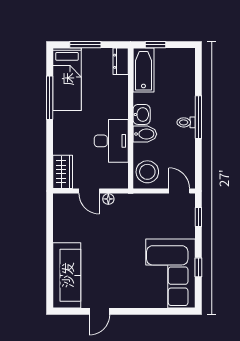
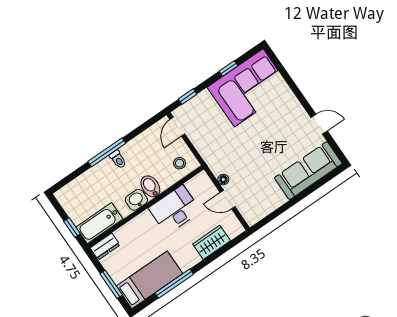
wardrobe: (63, 172) -> (212, 242), moved
stool: (147, 172) -> (180, 163), width x0.53, depth x0.53
door: (89, 191) -> (228, 200), swing flipped

